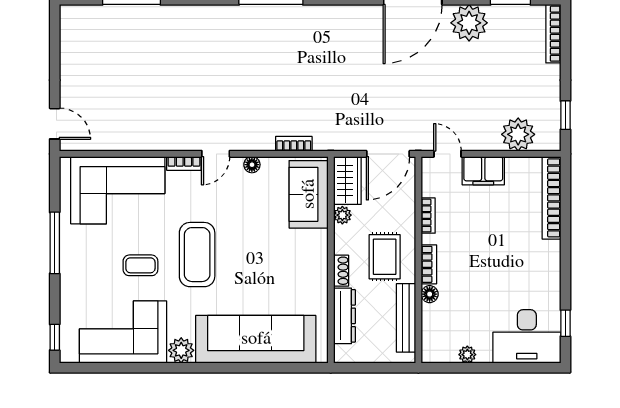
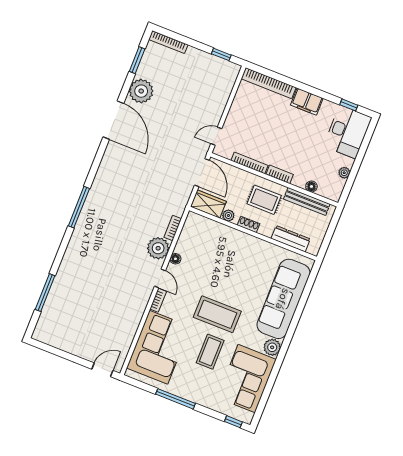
plant: (518, 134) -> (158, 248), moved
filing cabinet: (483, 171) -> (307, 102), moved, turned 90
sofa: (309, 194) -> (207, 231), removed
bookcase: (428, 216) -> (249, 163), width x1.56
coffee table: (140, 265) -> (210, 352), width x1.36, depth x1.30
shoe rack: (341, 271) -> (249, 224), moved
floor lamp: (430, 294) -> (311, 186), moved

